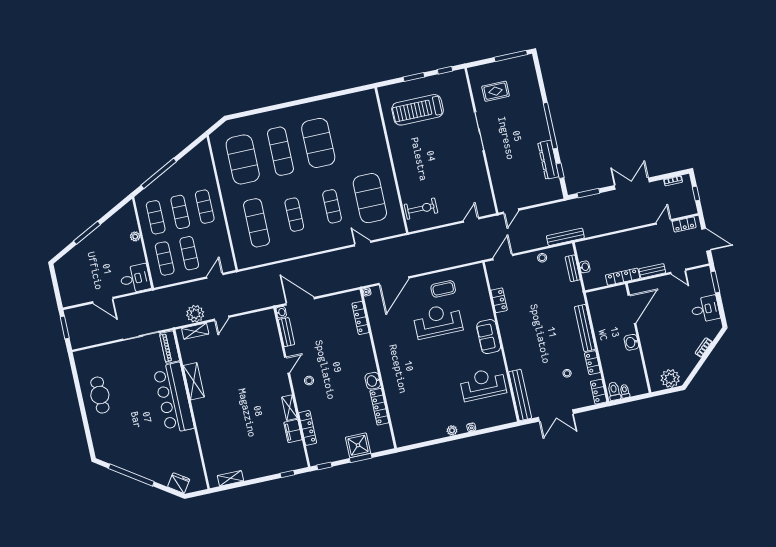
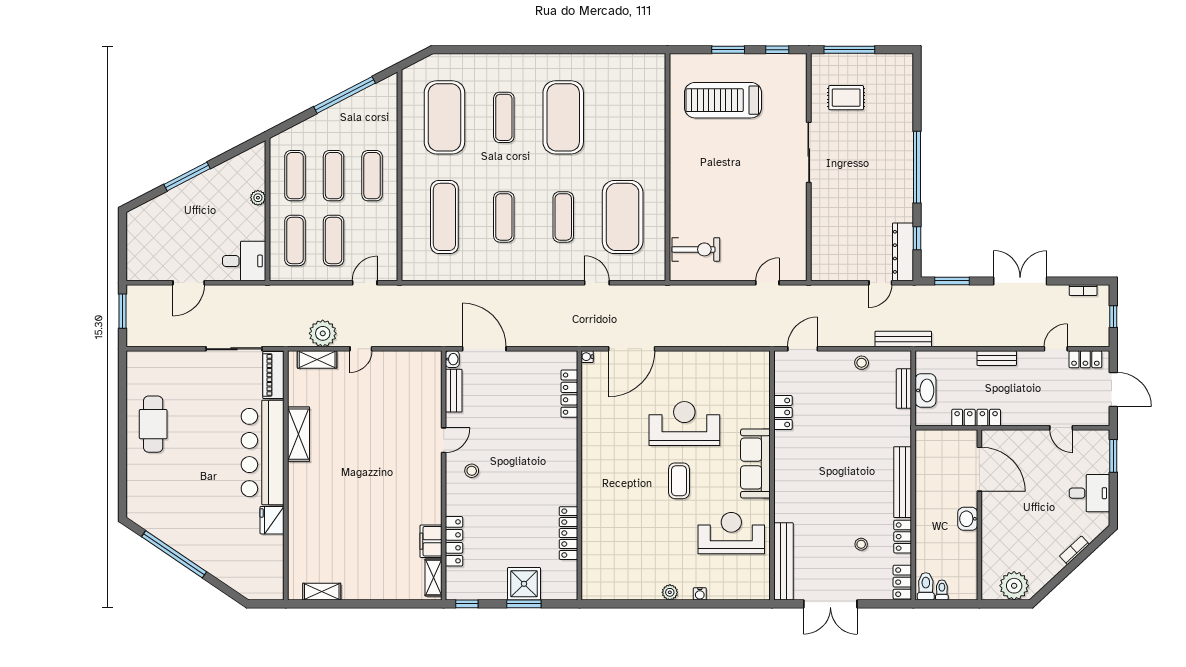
window: (511, 56) -> (849, 50), moved
exercise mat: (280, 151) -> (504, 117), width x0.73, depth x0.69
dresser: (548, 160) -> (903, 252), moved
window: (159, 173) -> (345, 95), moved
door: (511, 211) -> (880, 283), moved
washbasin: (585, 267) -> (925, 390), width x1.91, depth x1.45
bench: (652, 271) -> (997, 358), moved
coffee table: (443, 289) -> (679, 481), moved, turned 90
door: (103, 300) -> (189, 283), hinge flipped
door: (632, 309) -> (979, 469), hinge flipped
sofa: (489, 337) -> (755, 464), width x1.36
washbasin: (373, 381) -> (567, 492), removed
shelving: (289, 408) -> (433, 578), moved
window: (287, 474) -> (409, 604), removed
fridge: (179, 483) -> (272, 520), moved, turned -124

